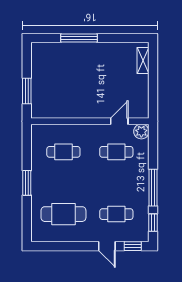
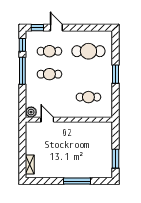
window: (27, 91) -> (115, 159), moved
door: (119, 121) -> (47, 120), swing flipped
cafe table: (116, 152) -> (49, 74), moved

